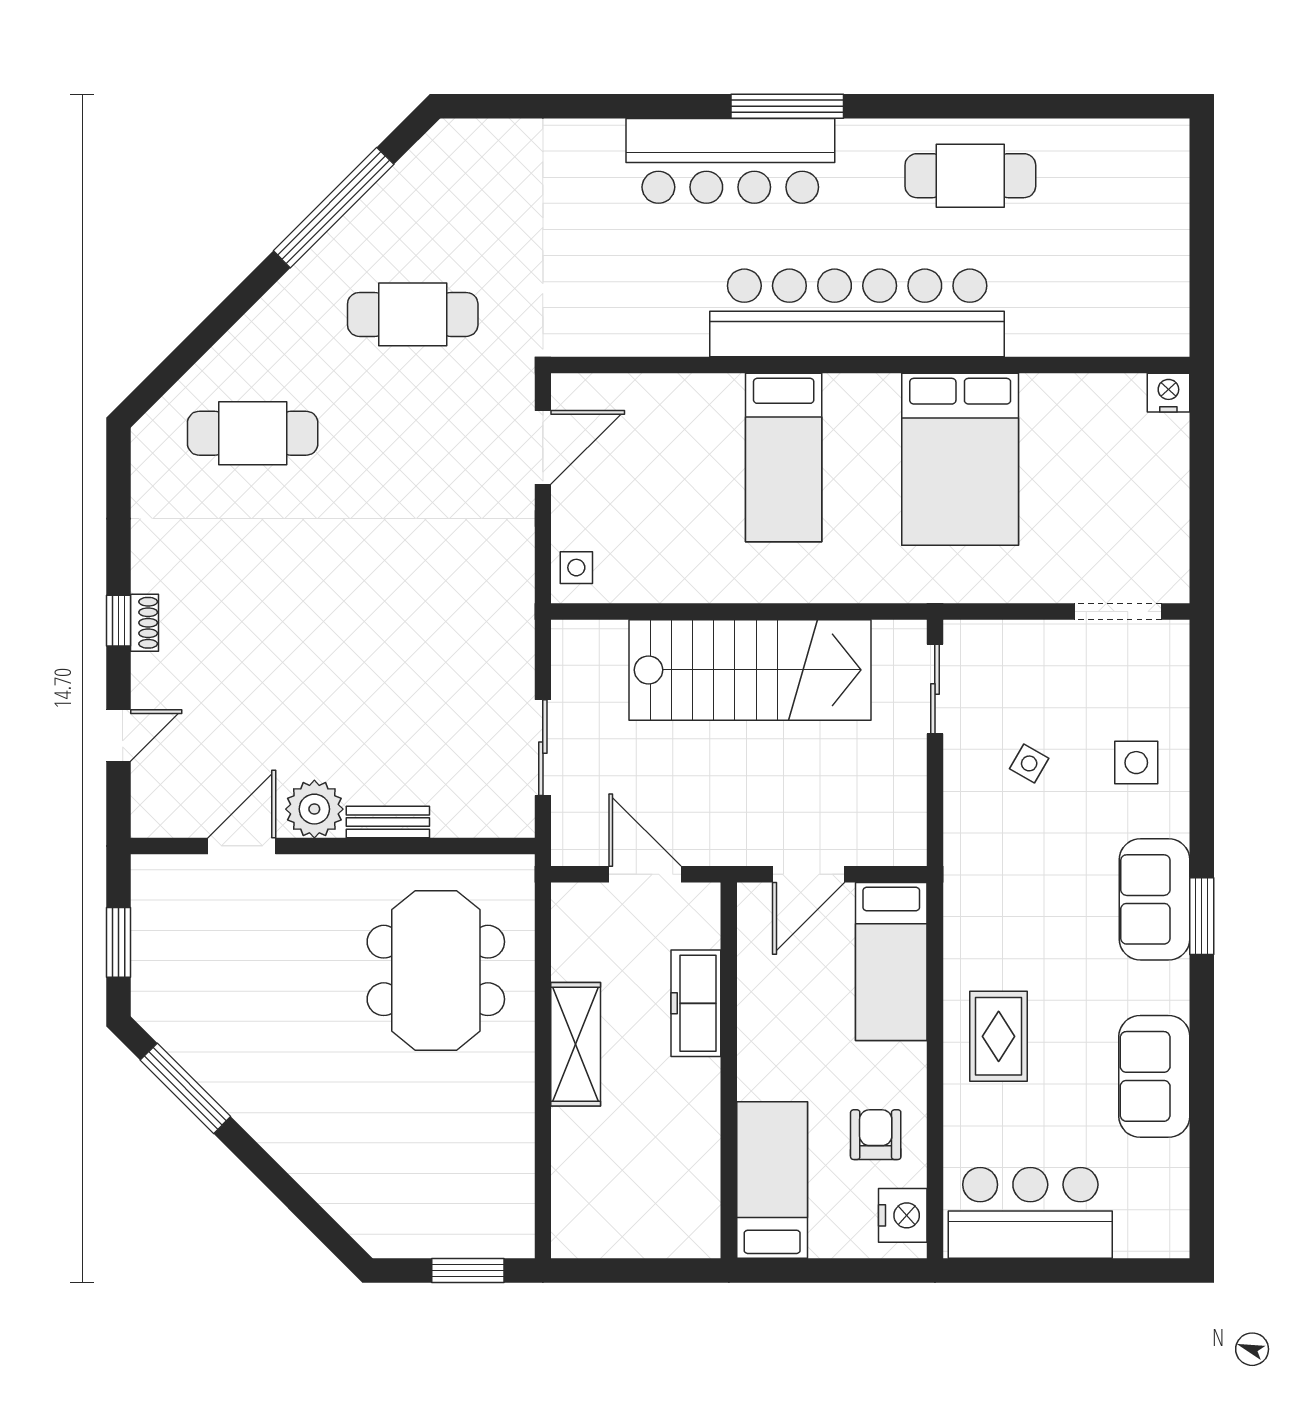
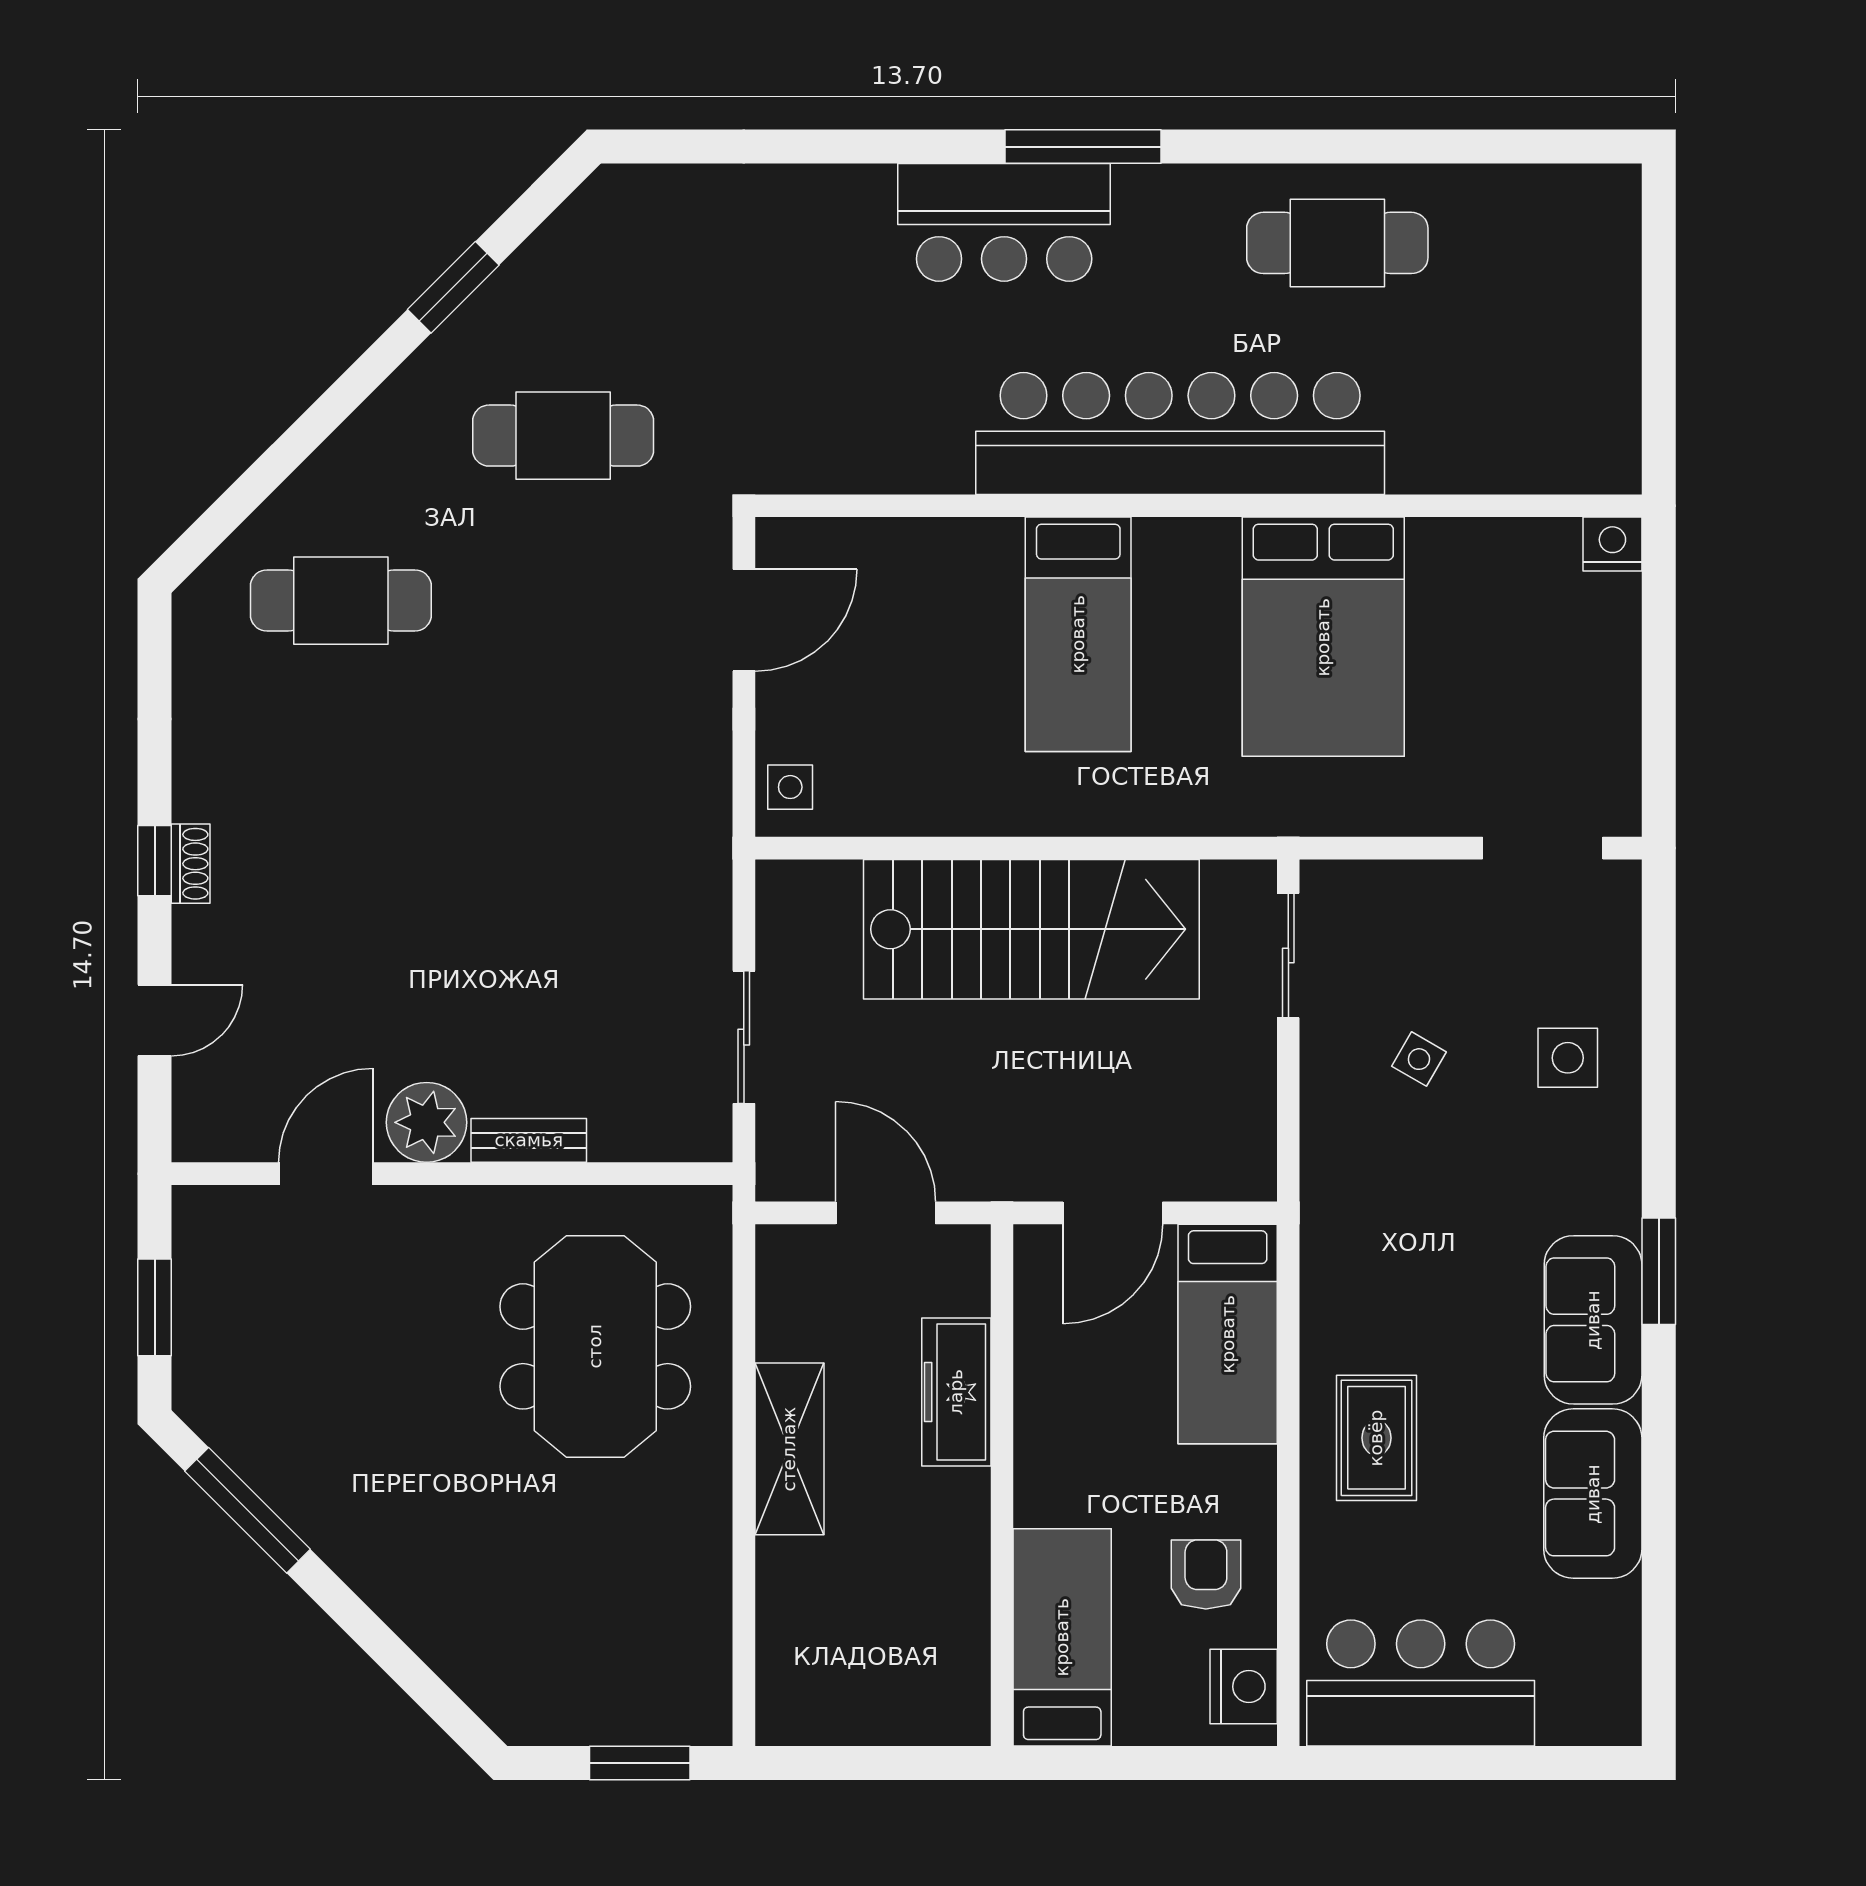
bar counter: (730, 161) -> (1004, 222), width x0.73
window: (334, 208) -> (453, 287), width x0.47
sofa: (1154, 899) -> (1593, 1320), moved

